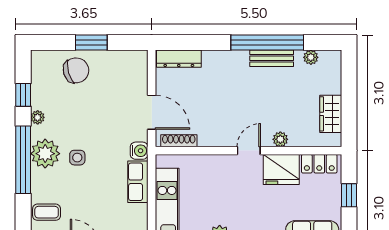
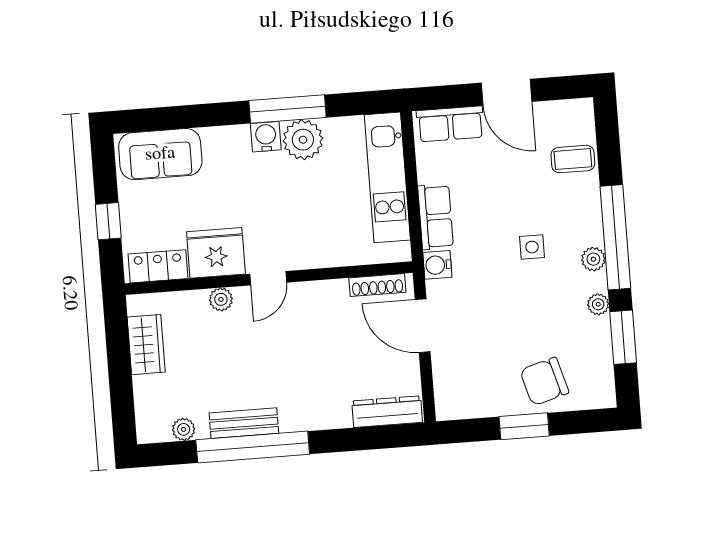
window: (23, 95) -> (623, 337), width x1.50
plant: (45, 154) -> (593, 259), width x0.53, depth x0.53

